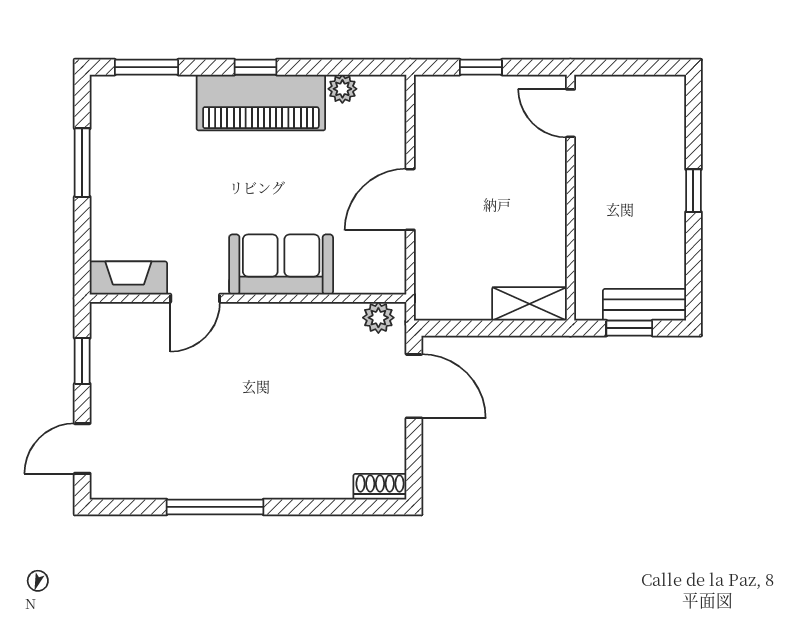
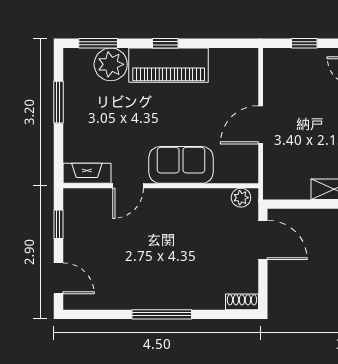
plant: (342, 89) -> (111, 64), moved, width x1.88, depth x1.88
door: (82, 448) -> (58, 278), swing flipped
window: (215, 507) -> (162, 314), moved

